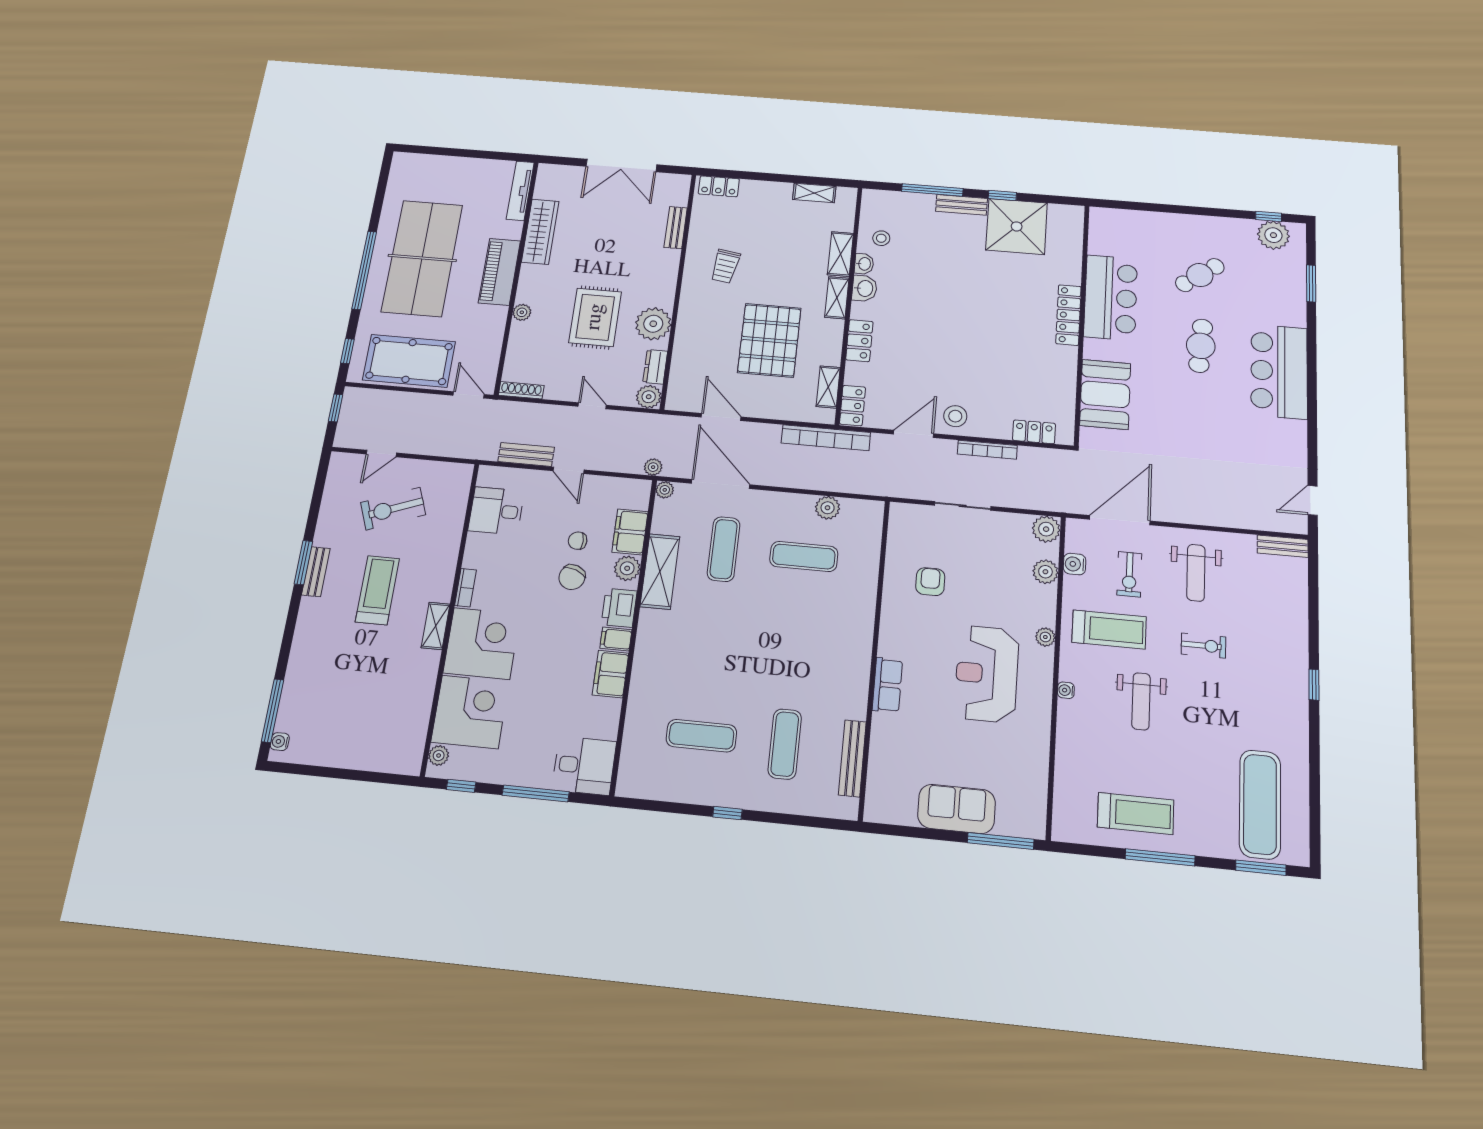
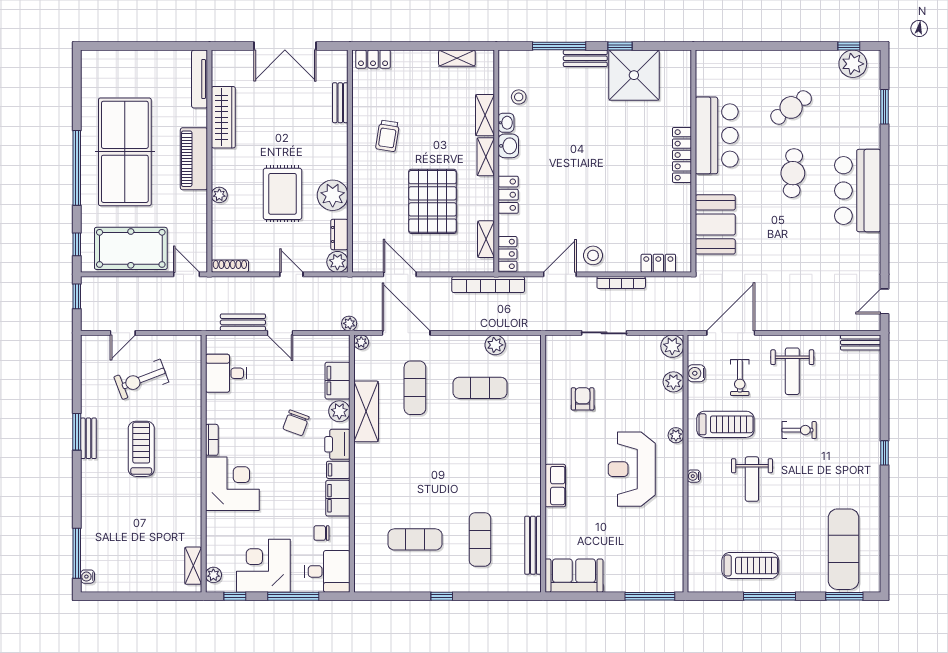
chair: (578, 541) -> (321, 533), moved
shelving: (436, 626) -> (193, 566), moved
corner desk: (470, 712) -> (263, 566), moved, turned -90
sofa: (956, 809) -> (574, 576), moved

